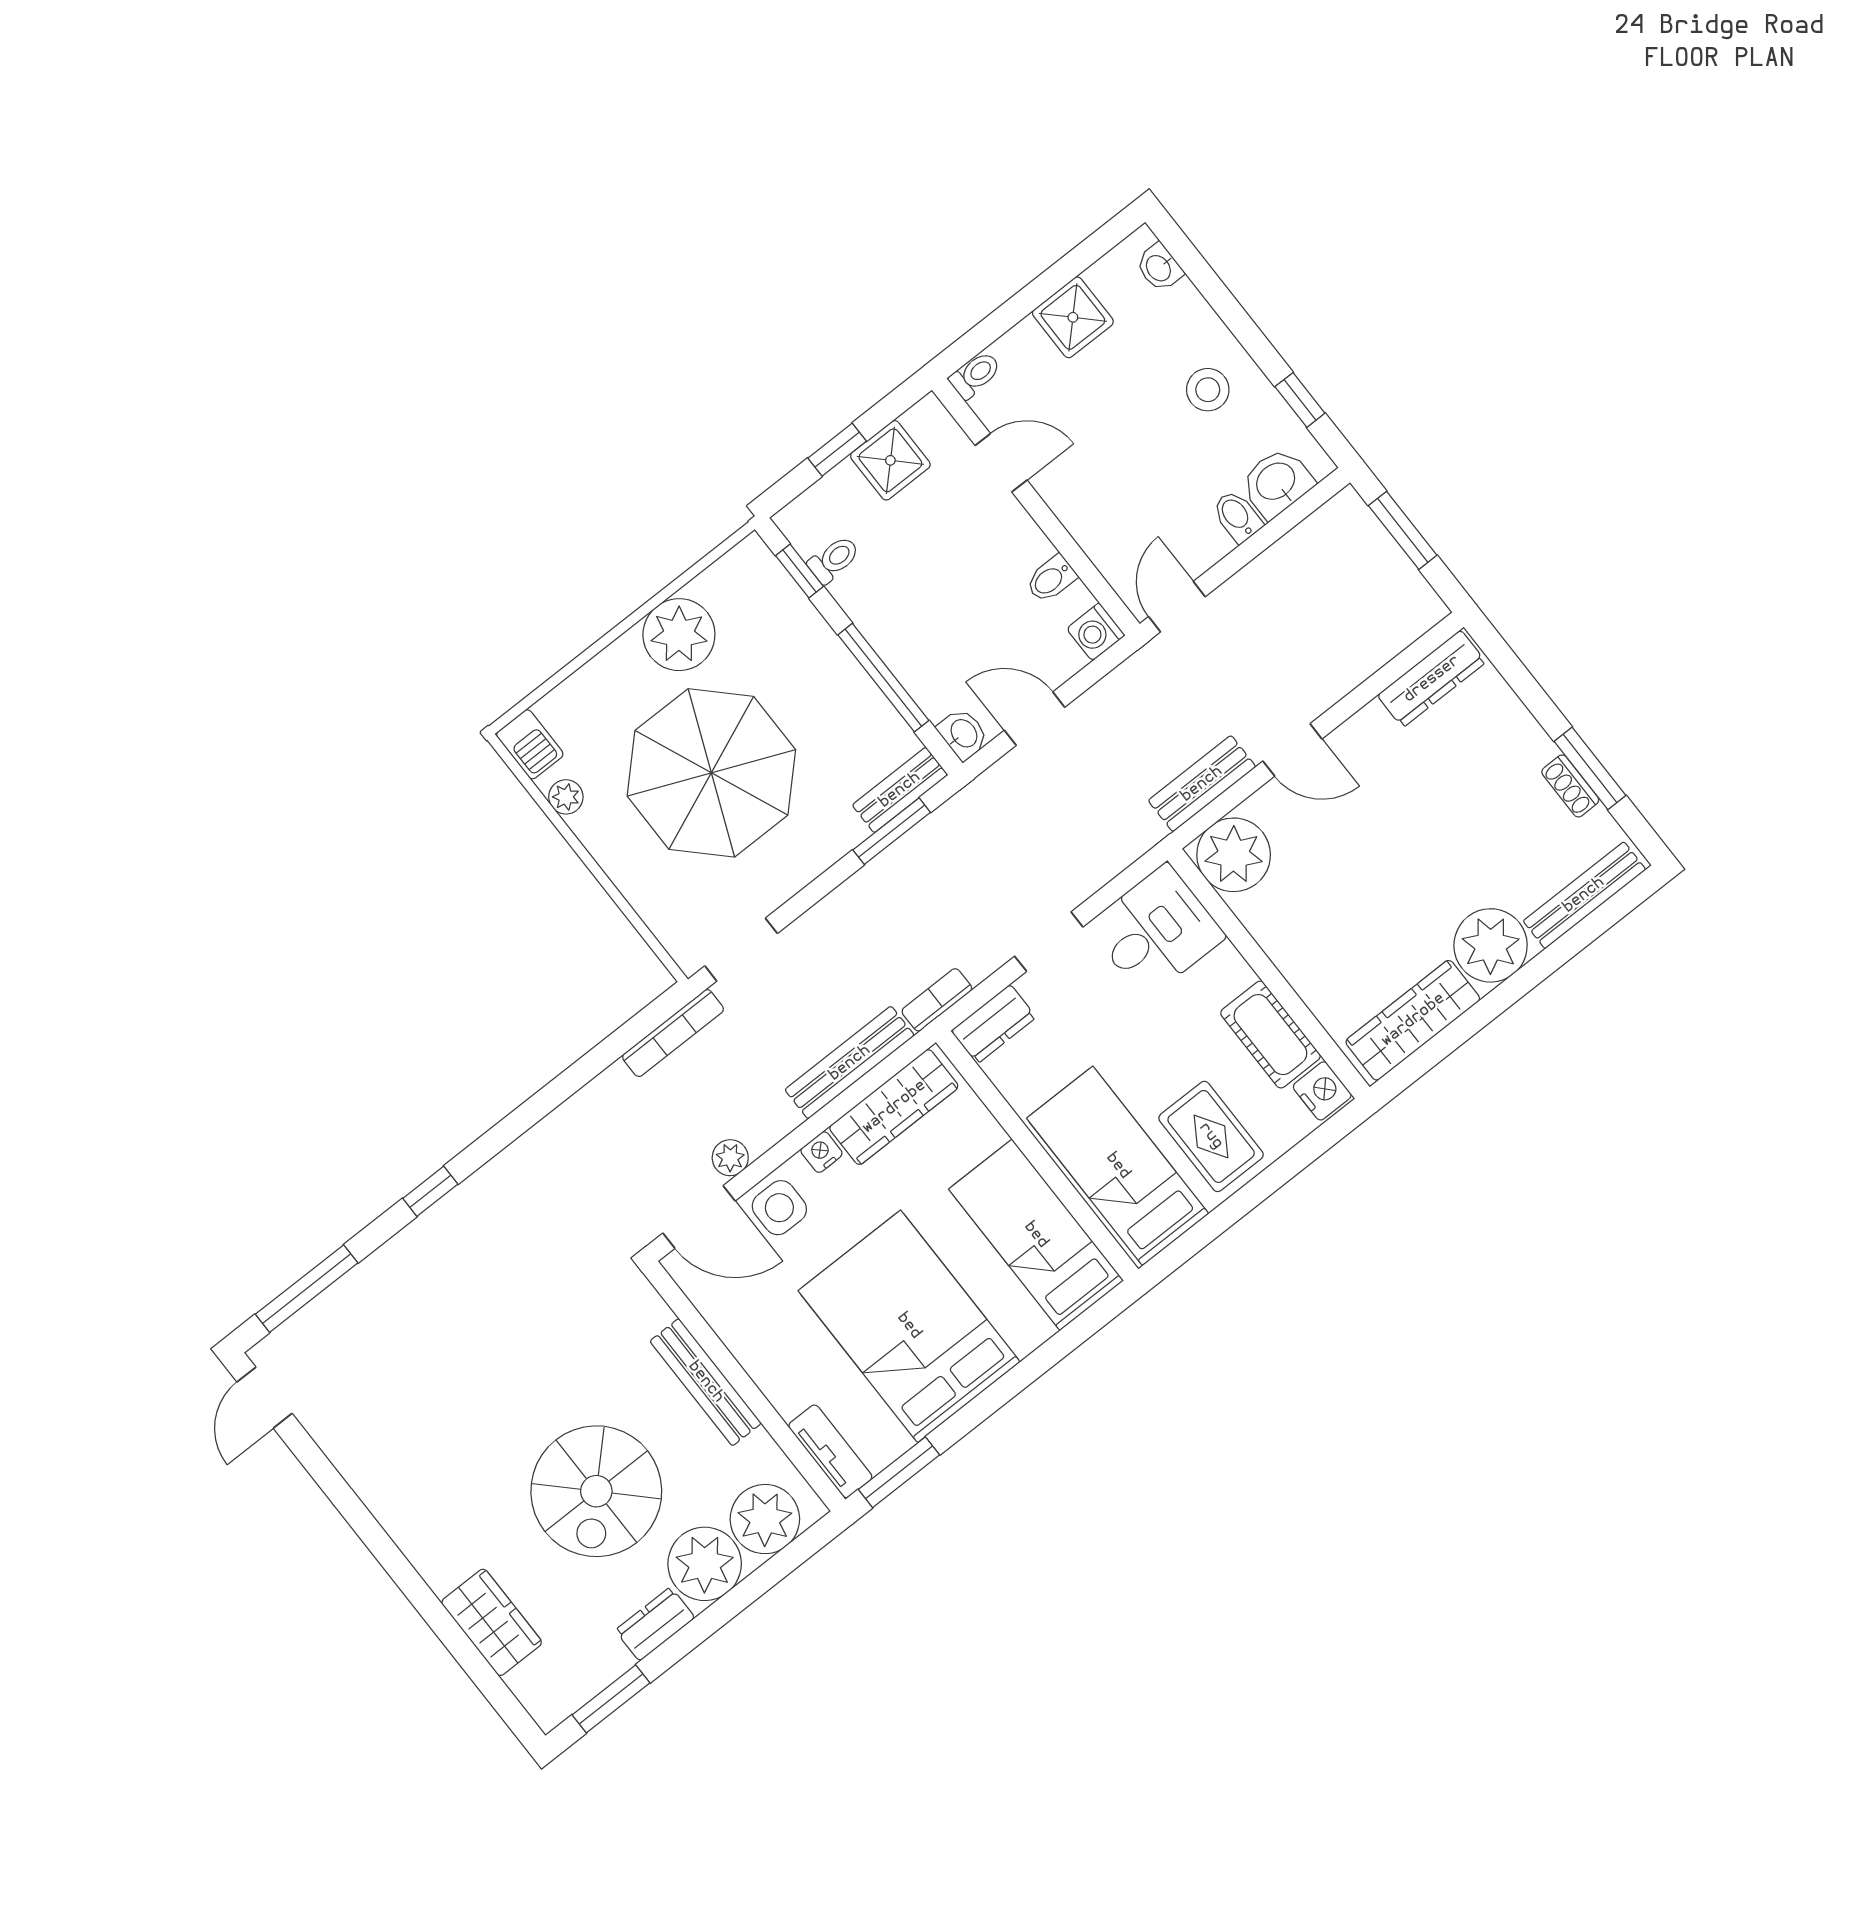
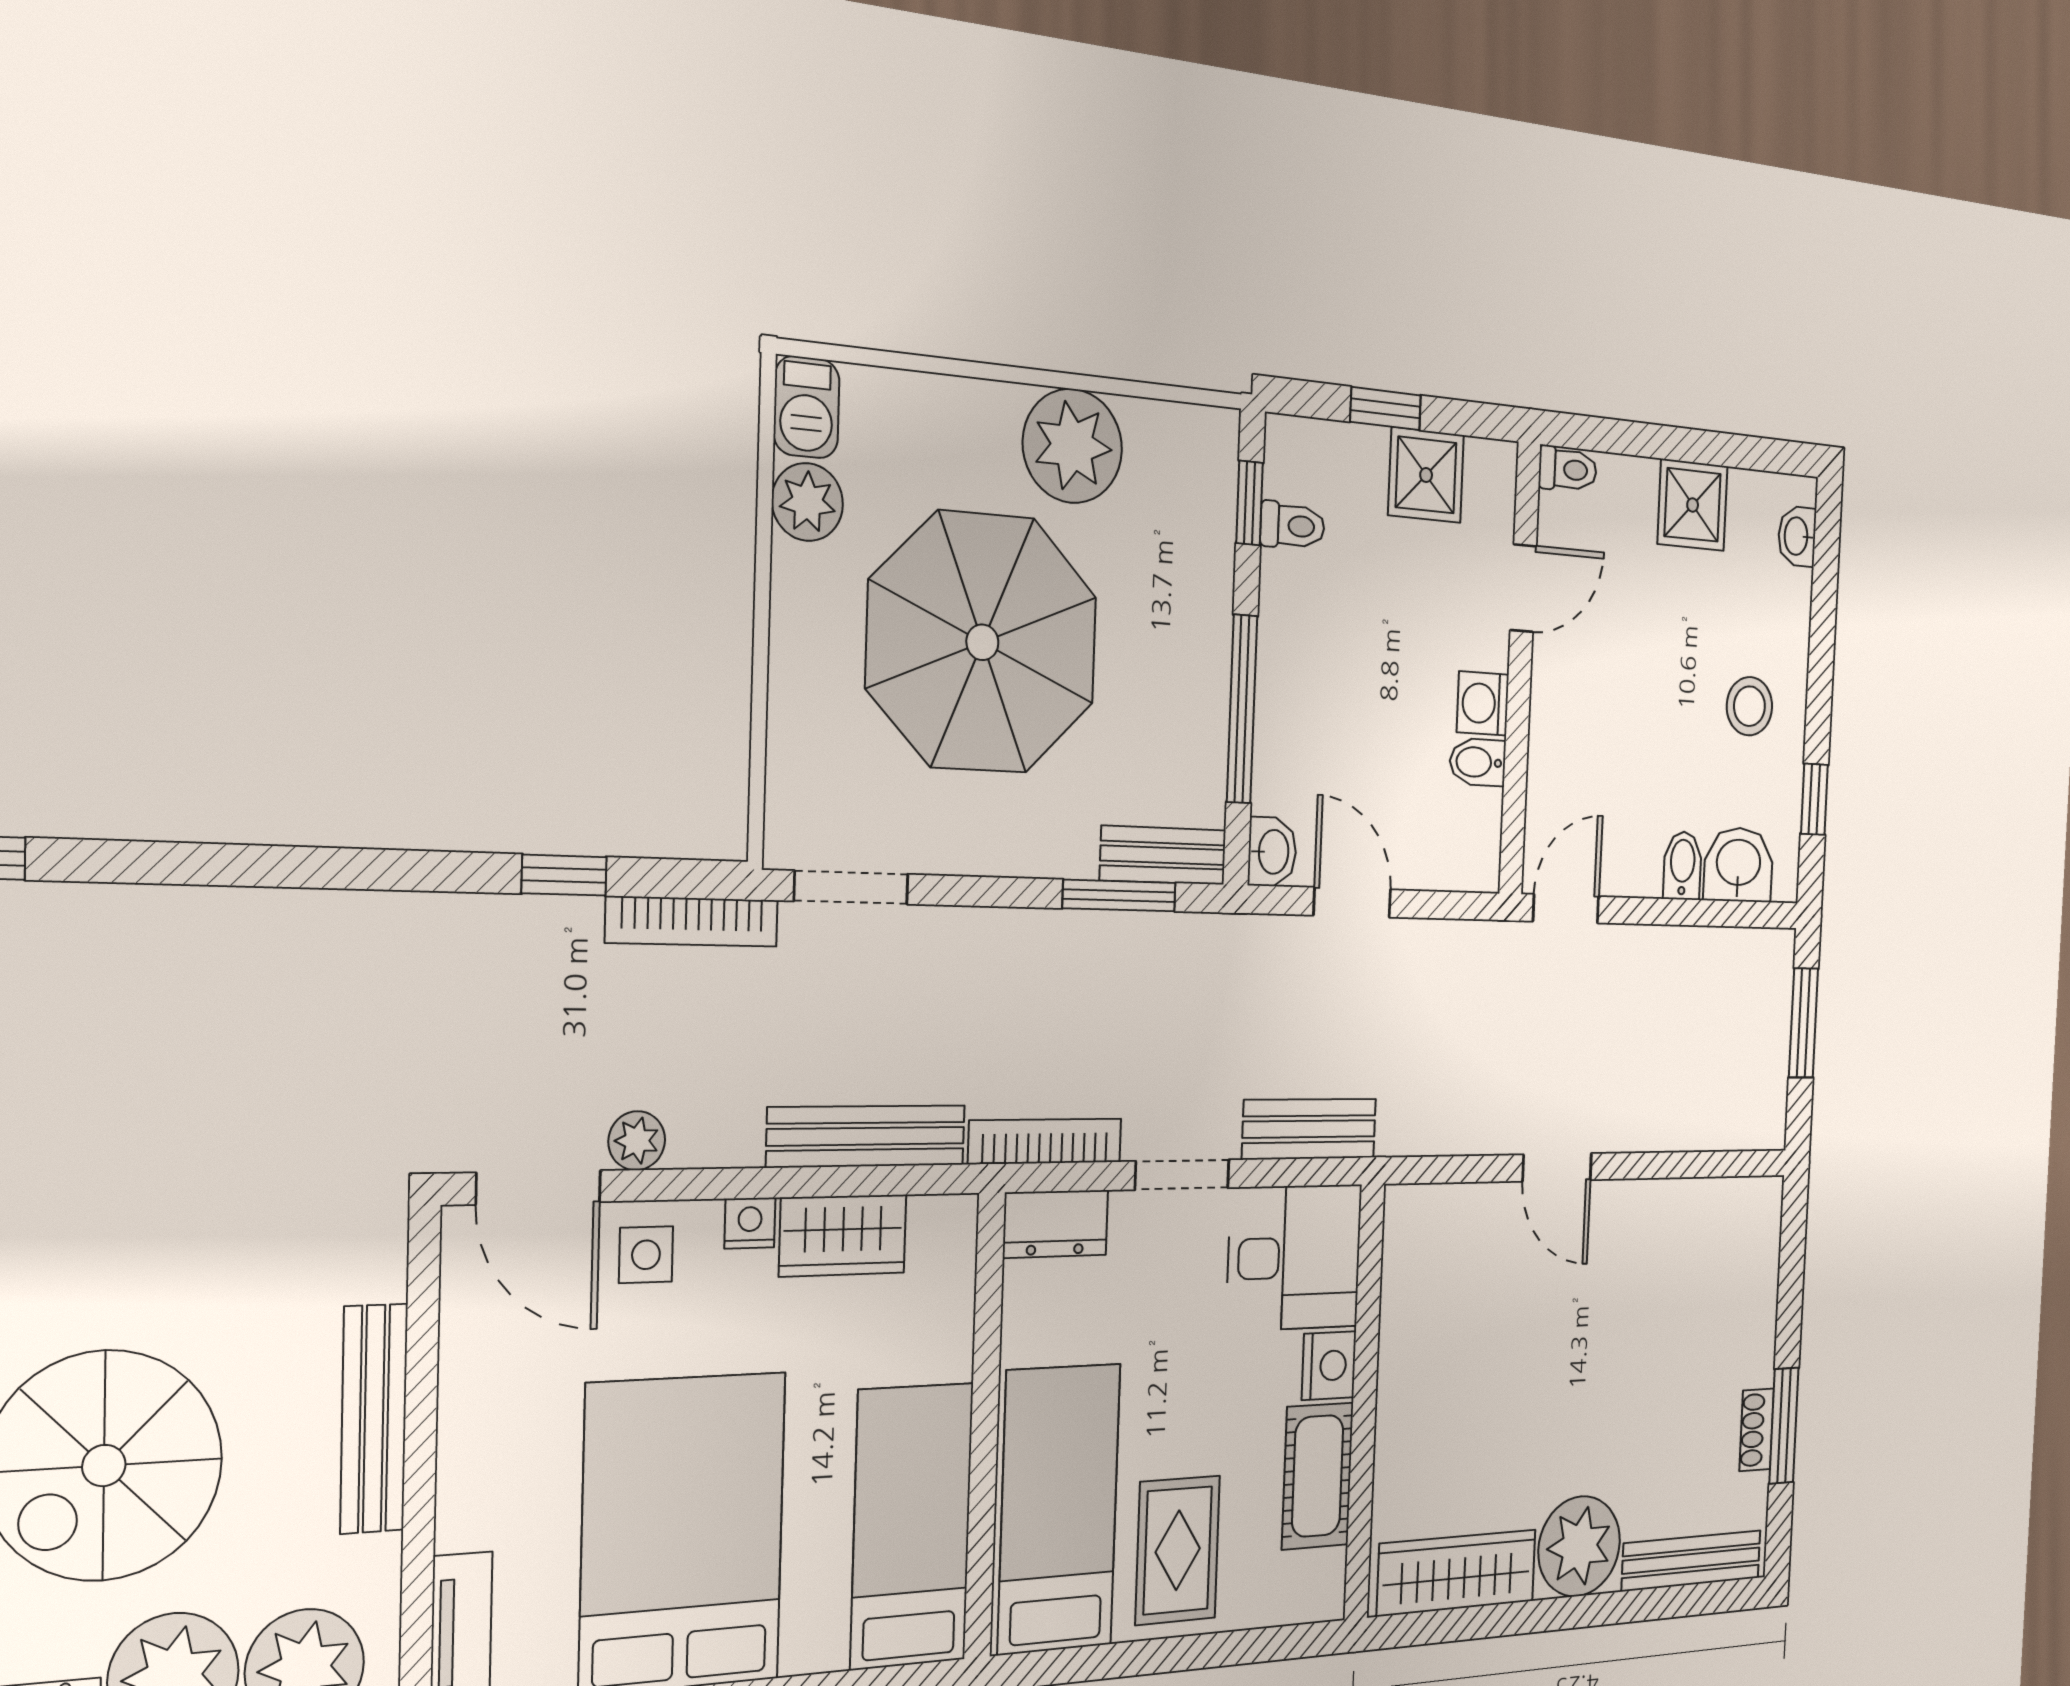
door: (1001, 463) -> (1523, 588), hinge flipped
washing machine: (1096, 632) -> (1483, 703), moved
dresser: (1432, 679) -> (1723, 1205), removed
bench: (1202, 784) -> (1309, 1129), moved
plant: (566, 797) -> (807, 502), width x1.38, depth x1.38
plant: (1234, 855) -> (1426, 1236), removed
bookcase: (937, 1000) -> (1045, 1141), width x1.56
nightstand: (1322, 1091) -> (1329, 1366), moved
wardrobe: (894, 1107) -> (843, 1235), width x0.67
window: (430, 1191) -> (564, 875), moved
side table: (779, 1208) -> (646, 1255), width x0.73, depth x0.73

